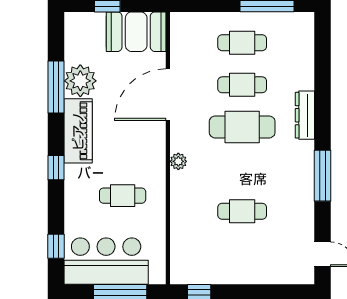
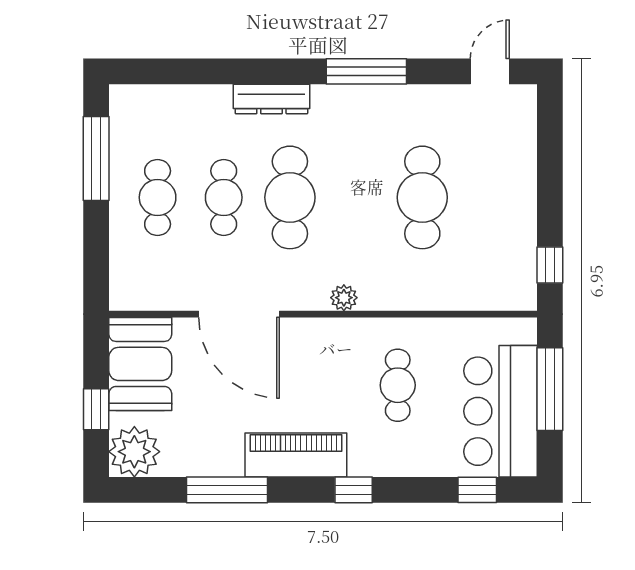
plant: (80, 81) -> (134, 452), moved
cafe table: (242, 211) -> (422, 197), width x1.37, depth x1.35

